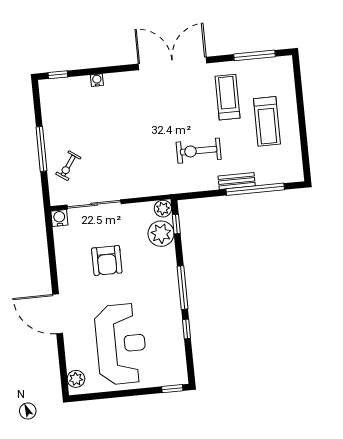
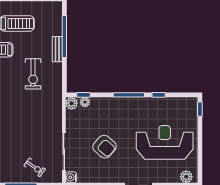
plant: (161, 234) -> (85, 102), width x0.53, depth x0.53
armchair: (107, 261) -> (105, 147), turned 41

